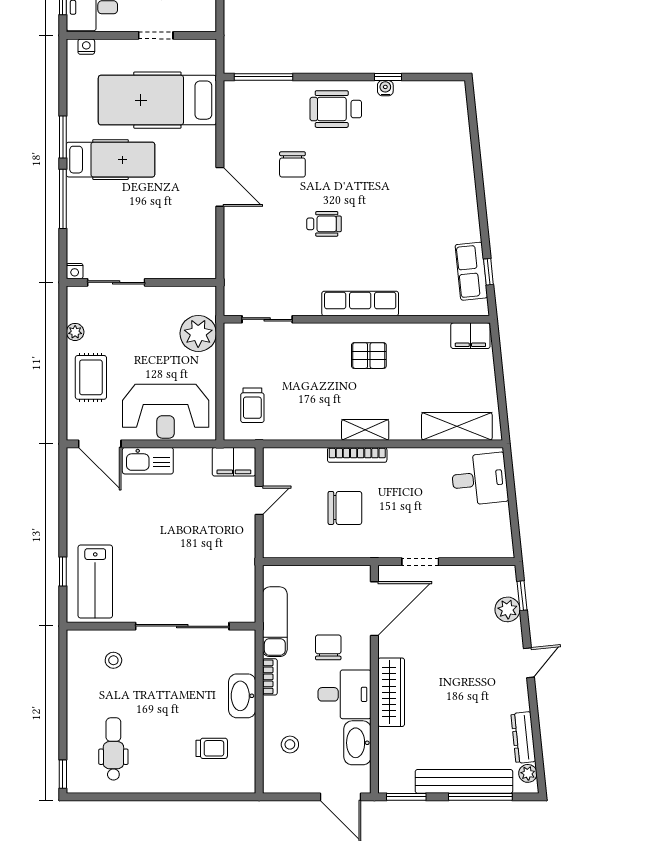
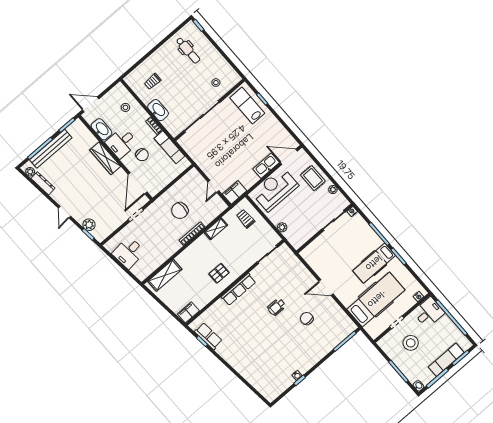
wheelchair: (336, 109) -> (308, 352), removed
plant: (198, 333) -> (282, 227), width x0.53, depth x0.53
shelving: (365, 430) -> (216, 229), moved
desk: (480, 479) -> (129, 252), moved

